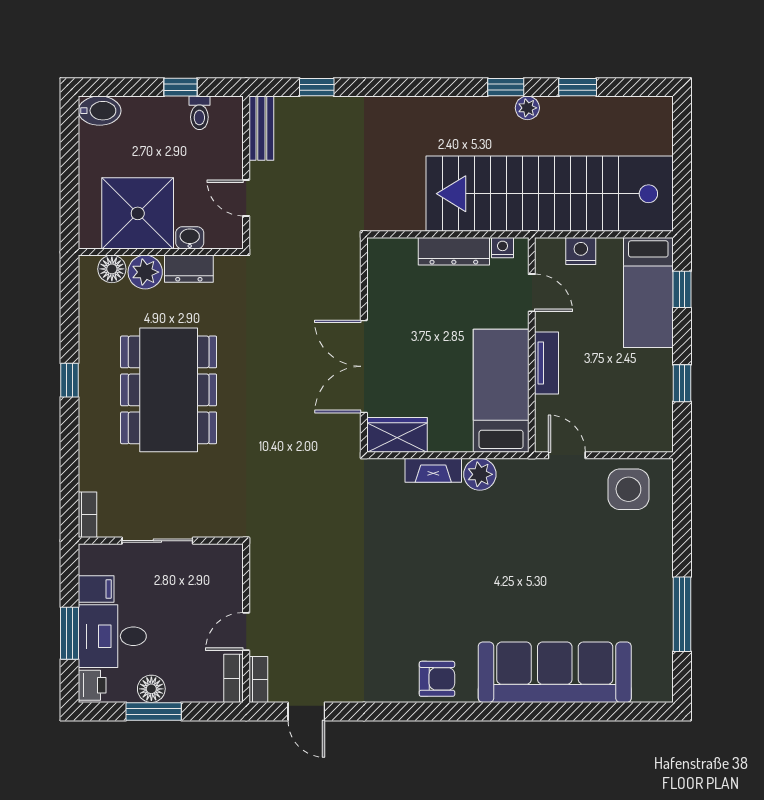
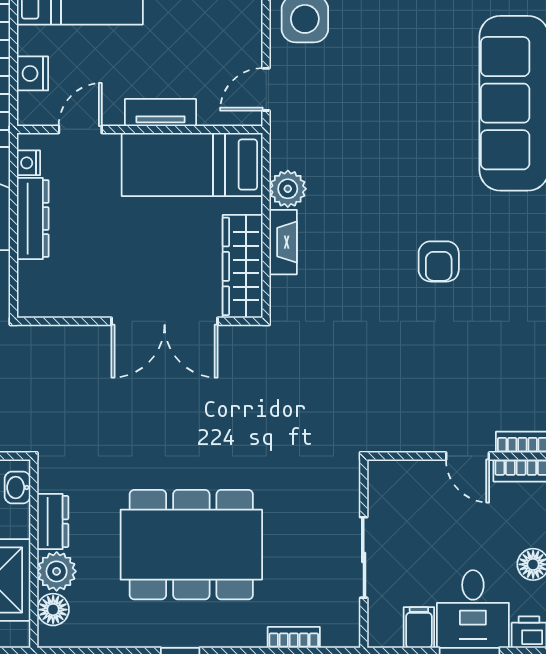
washbasin: (190, 238) -> (17, 487), moved
wardrobe: (397, 435) -> (243, 266), width x1.50
bookcase: (87, 515) -> (294, 637), moved
armchair: (437, 679) -> (439, 261), moved, turned 180

